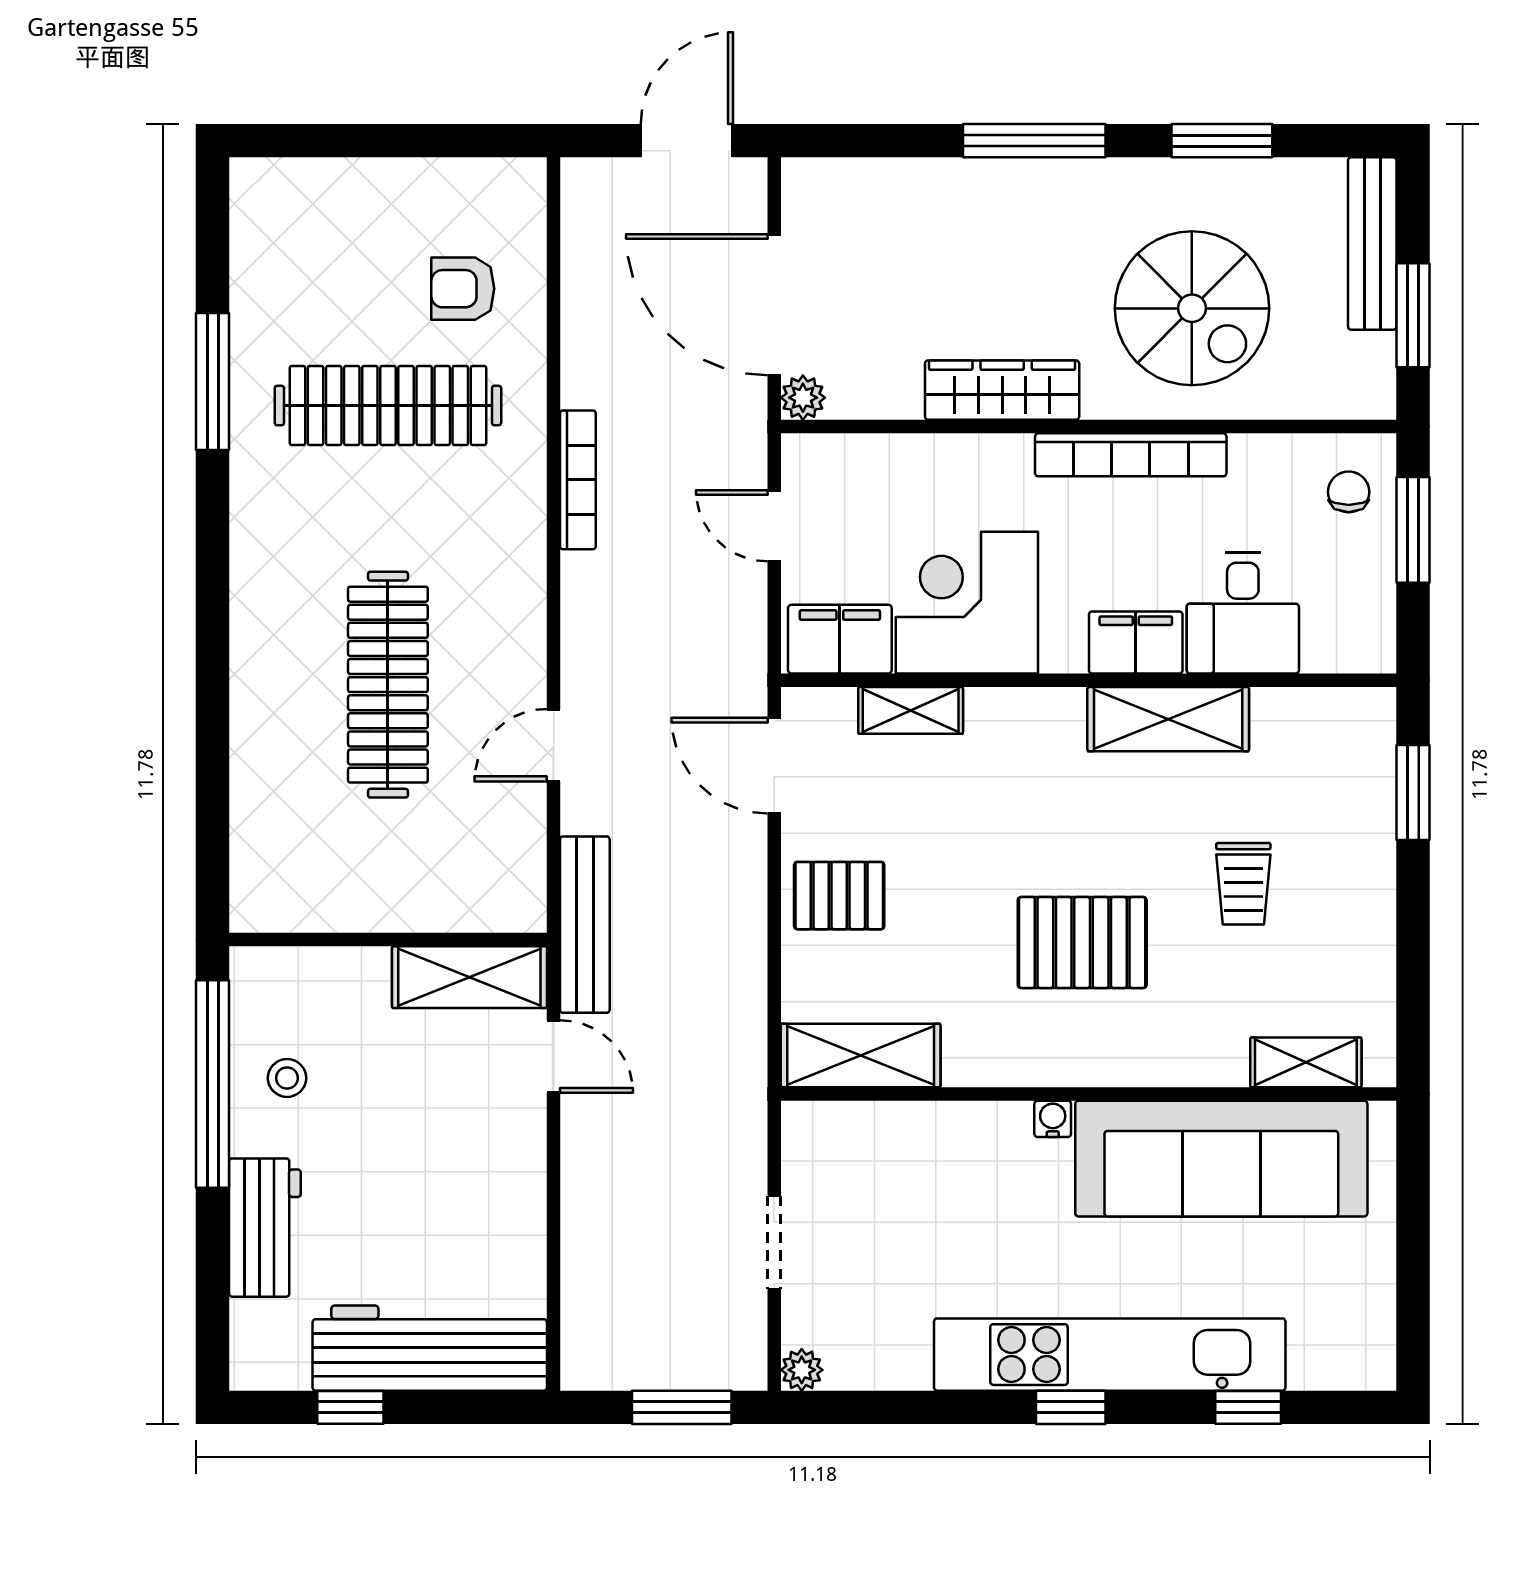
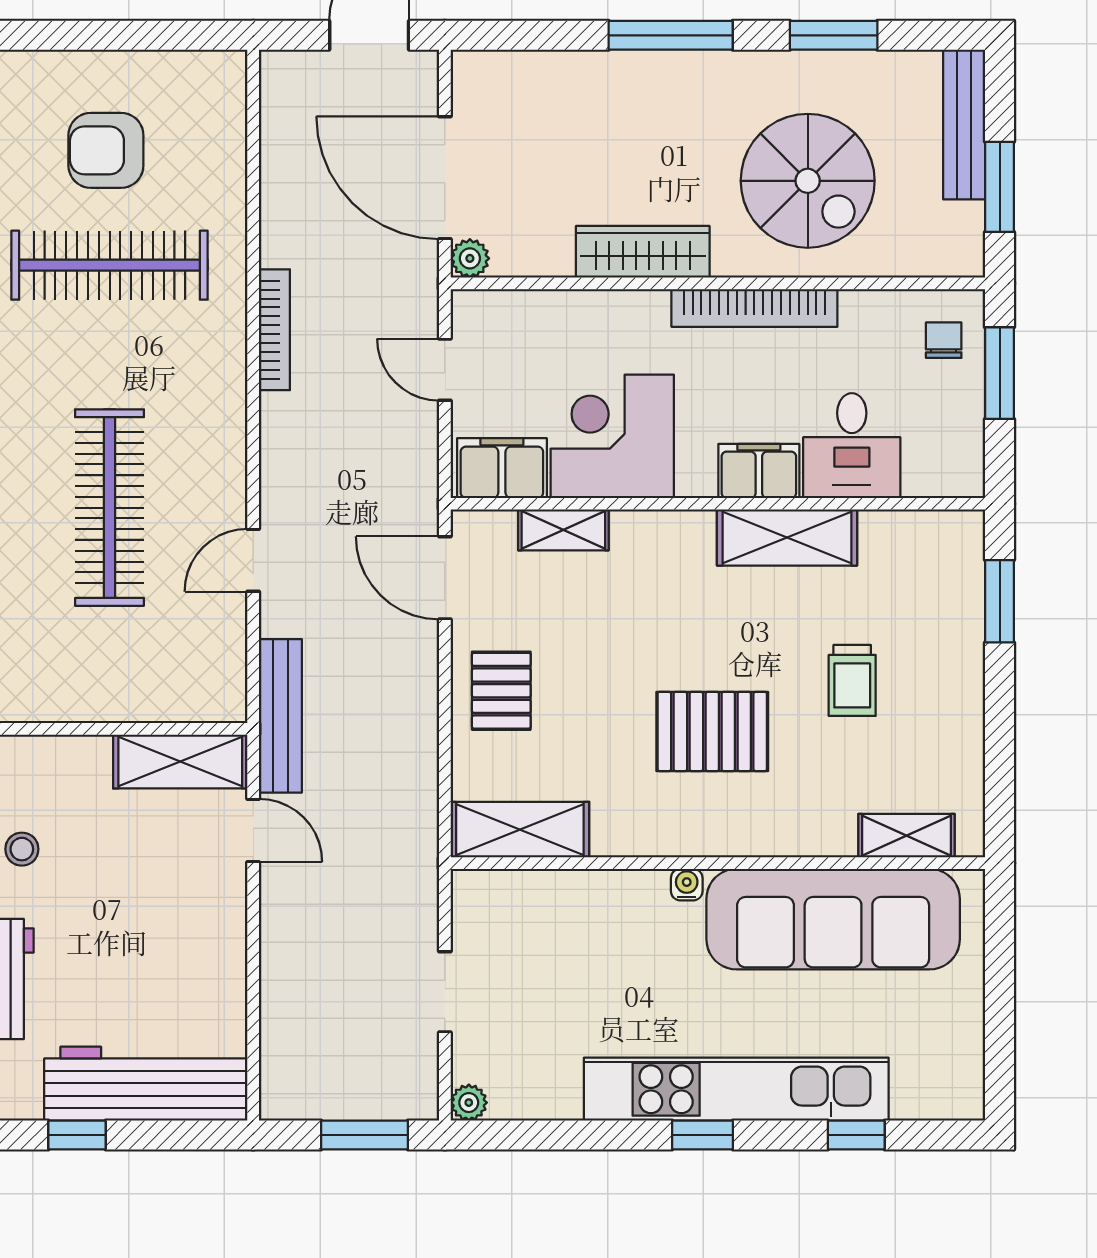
armchair: (463, 289) -> (106, 150), moved, width x1.38, depth x1.38
pallet: (839, 896) -> (501, 691), turned 90

